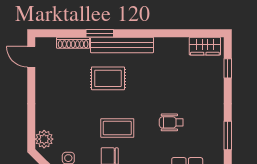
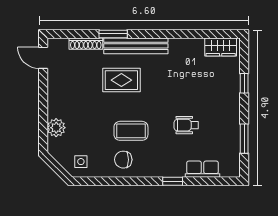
window: (228, 68) -> (244, 83), moved
plant: (44, 139) -> (56, 128), moved

